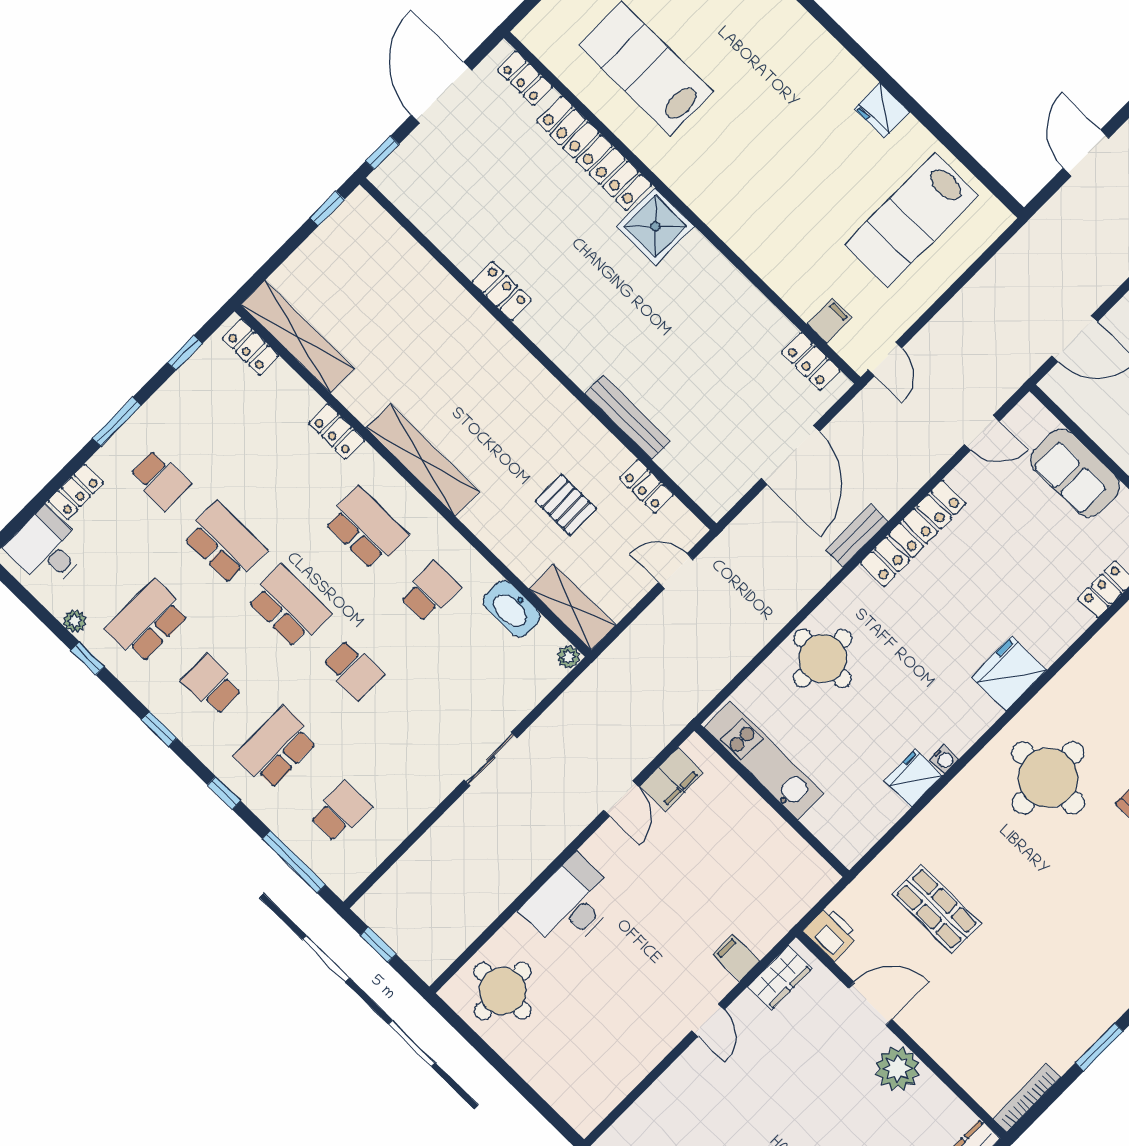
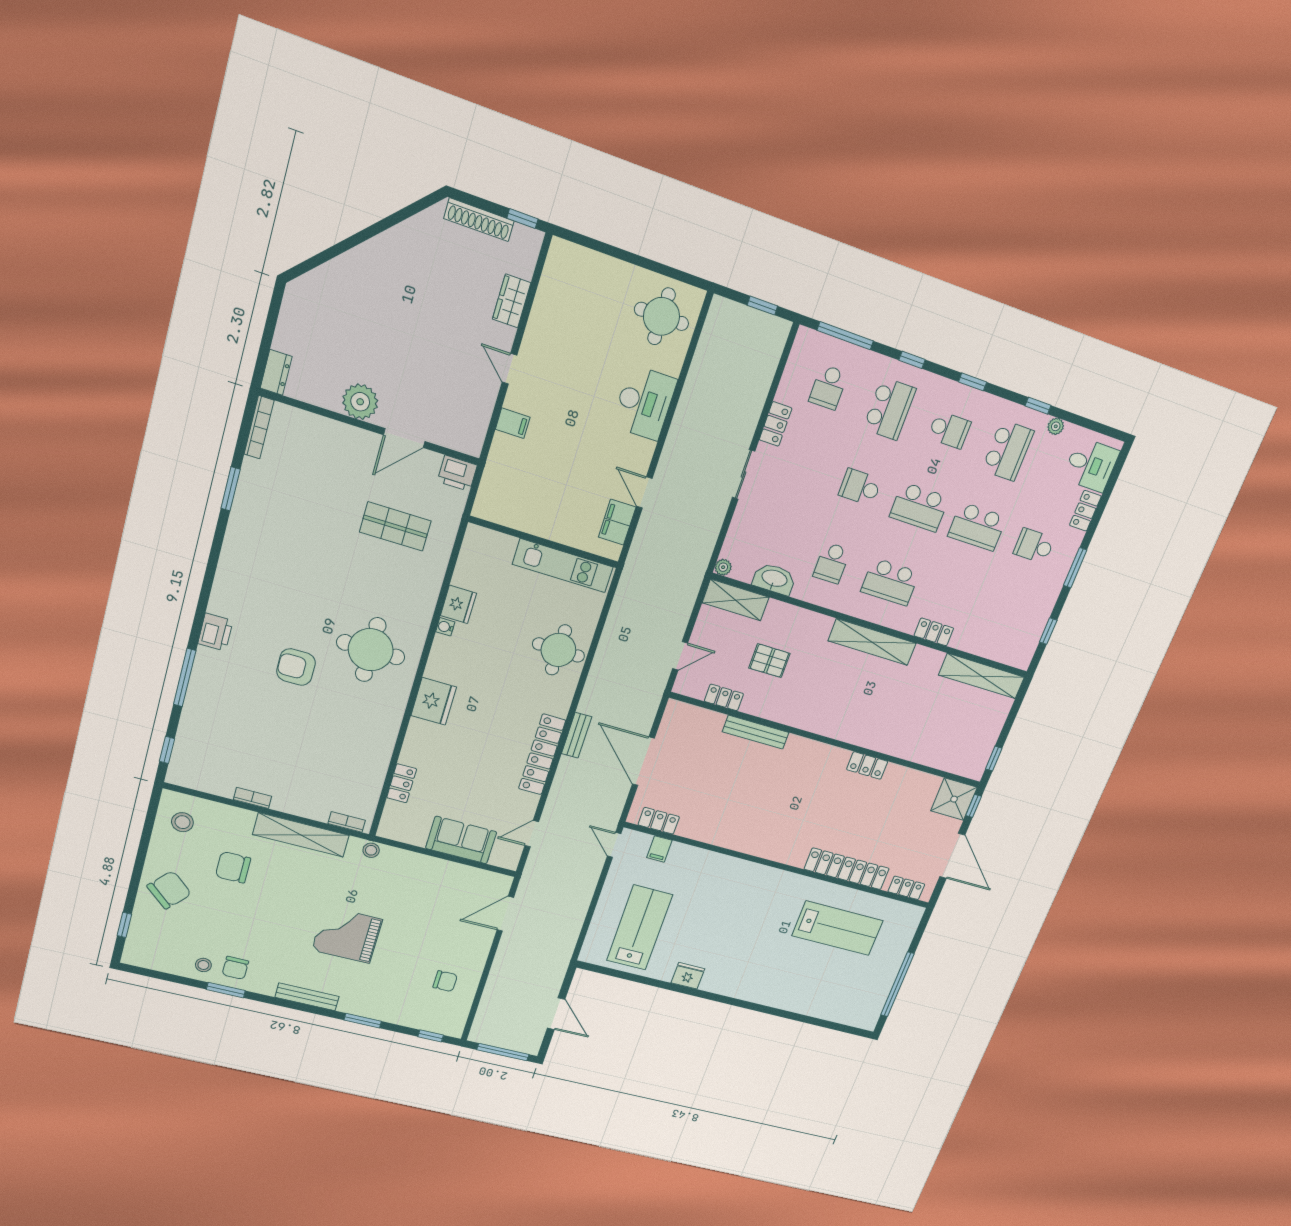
shower: (655, 226) -> (954, 799), moved
locker: (251, 347) -> (776, 424), moved, turned 90
wardrobe: (780, 977) -> (512, 301), moved

